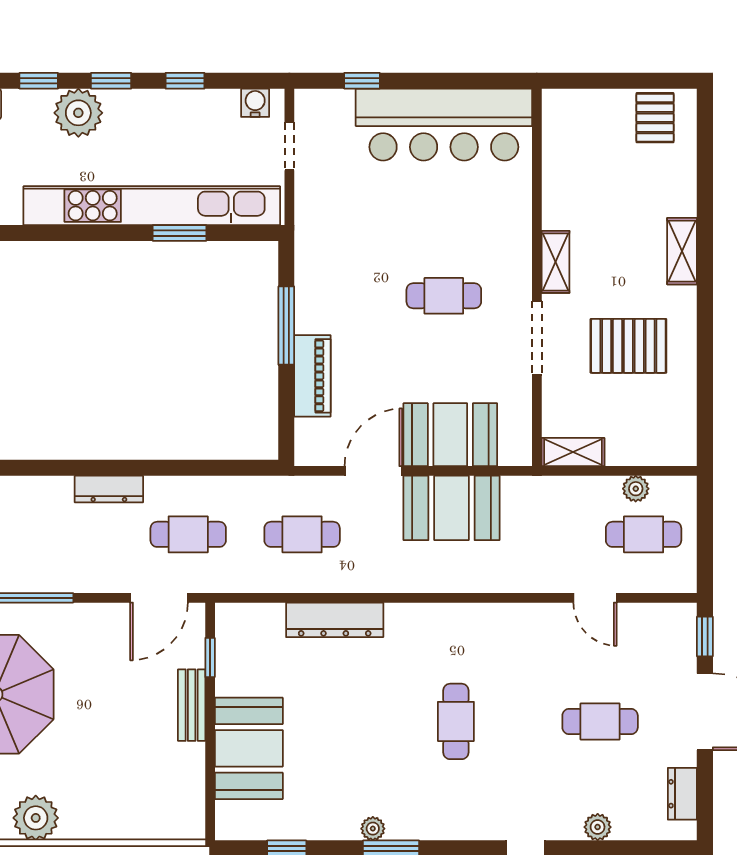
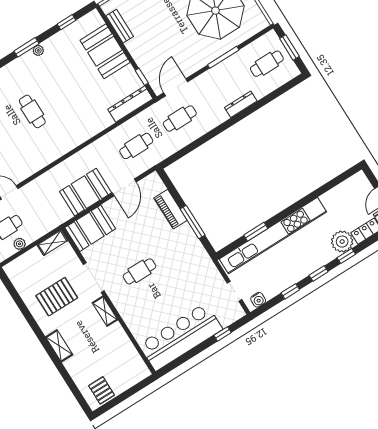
plant: (78, 113) -> (342, 242), moved
booth: (450, 435) -> (90, 228), moved
dresser: (109, 489) -> (241, 104), moved
dresser: (335, 620) -> (130, 104), moved
bench: (192, 705) -> (120, 26), moved

